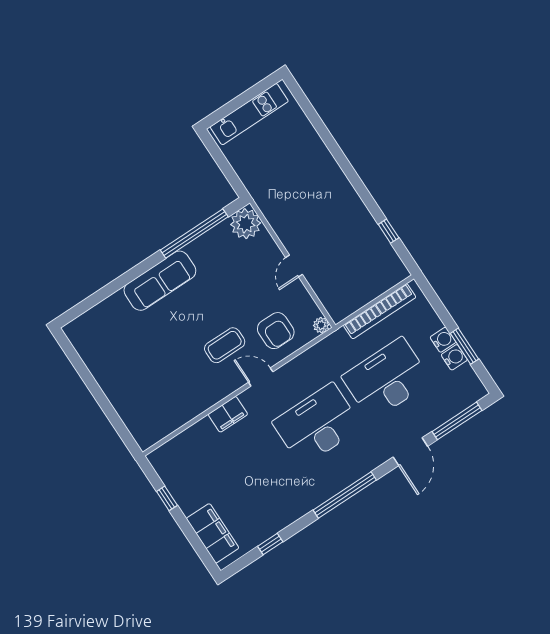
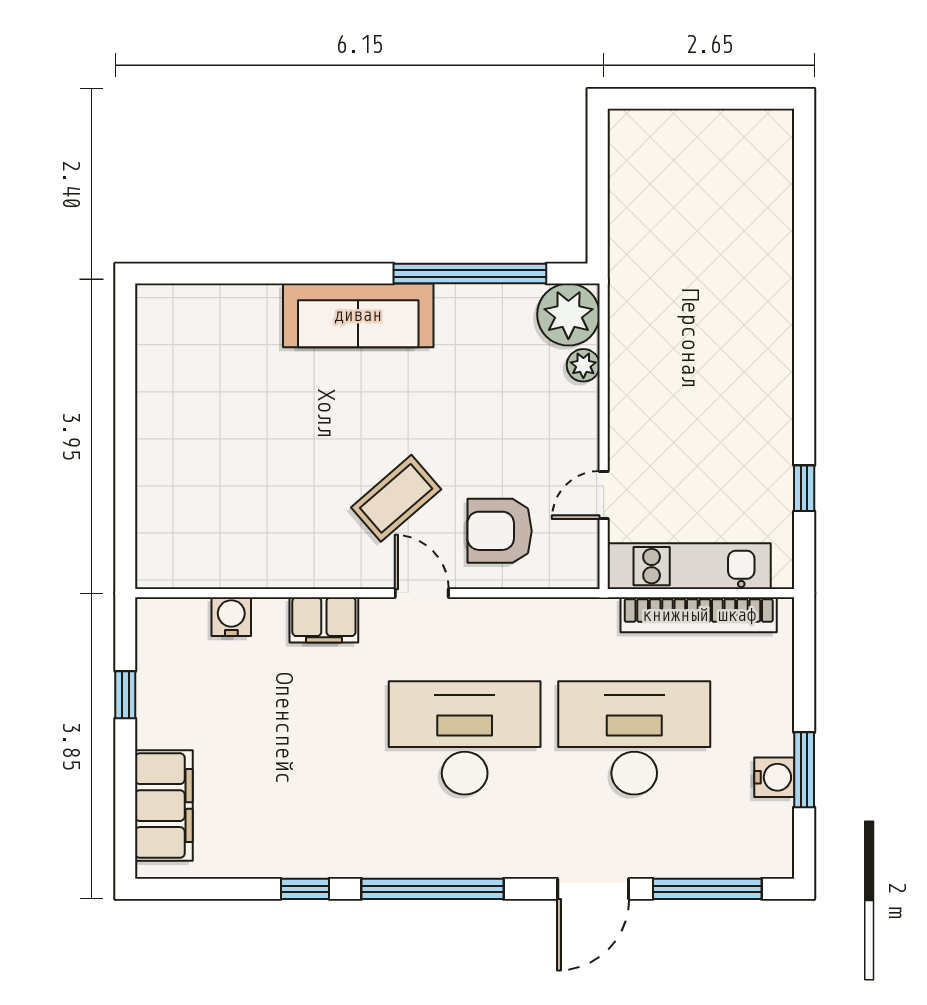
kitchen unit: (249, 114) -> (689, 566), moved, turned 180
door: (294, 266) -> (604, 495), moved
plant: (321, 325) -> (583, 365), moved
armchair: (276, 331) -> (500, 531), turned 90
water cooler: (443, 340) -> (231, 617), moved, turned -90
coffee table: (225, 345) -> (396, 498), turned -41
window: (270, 544) -> (305, 889), moved

